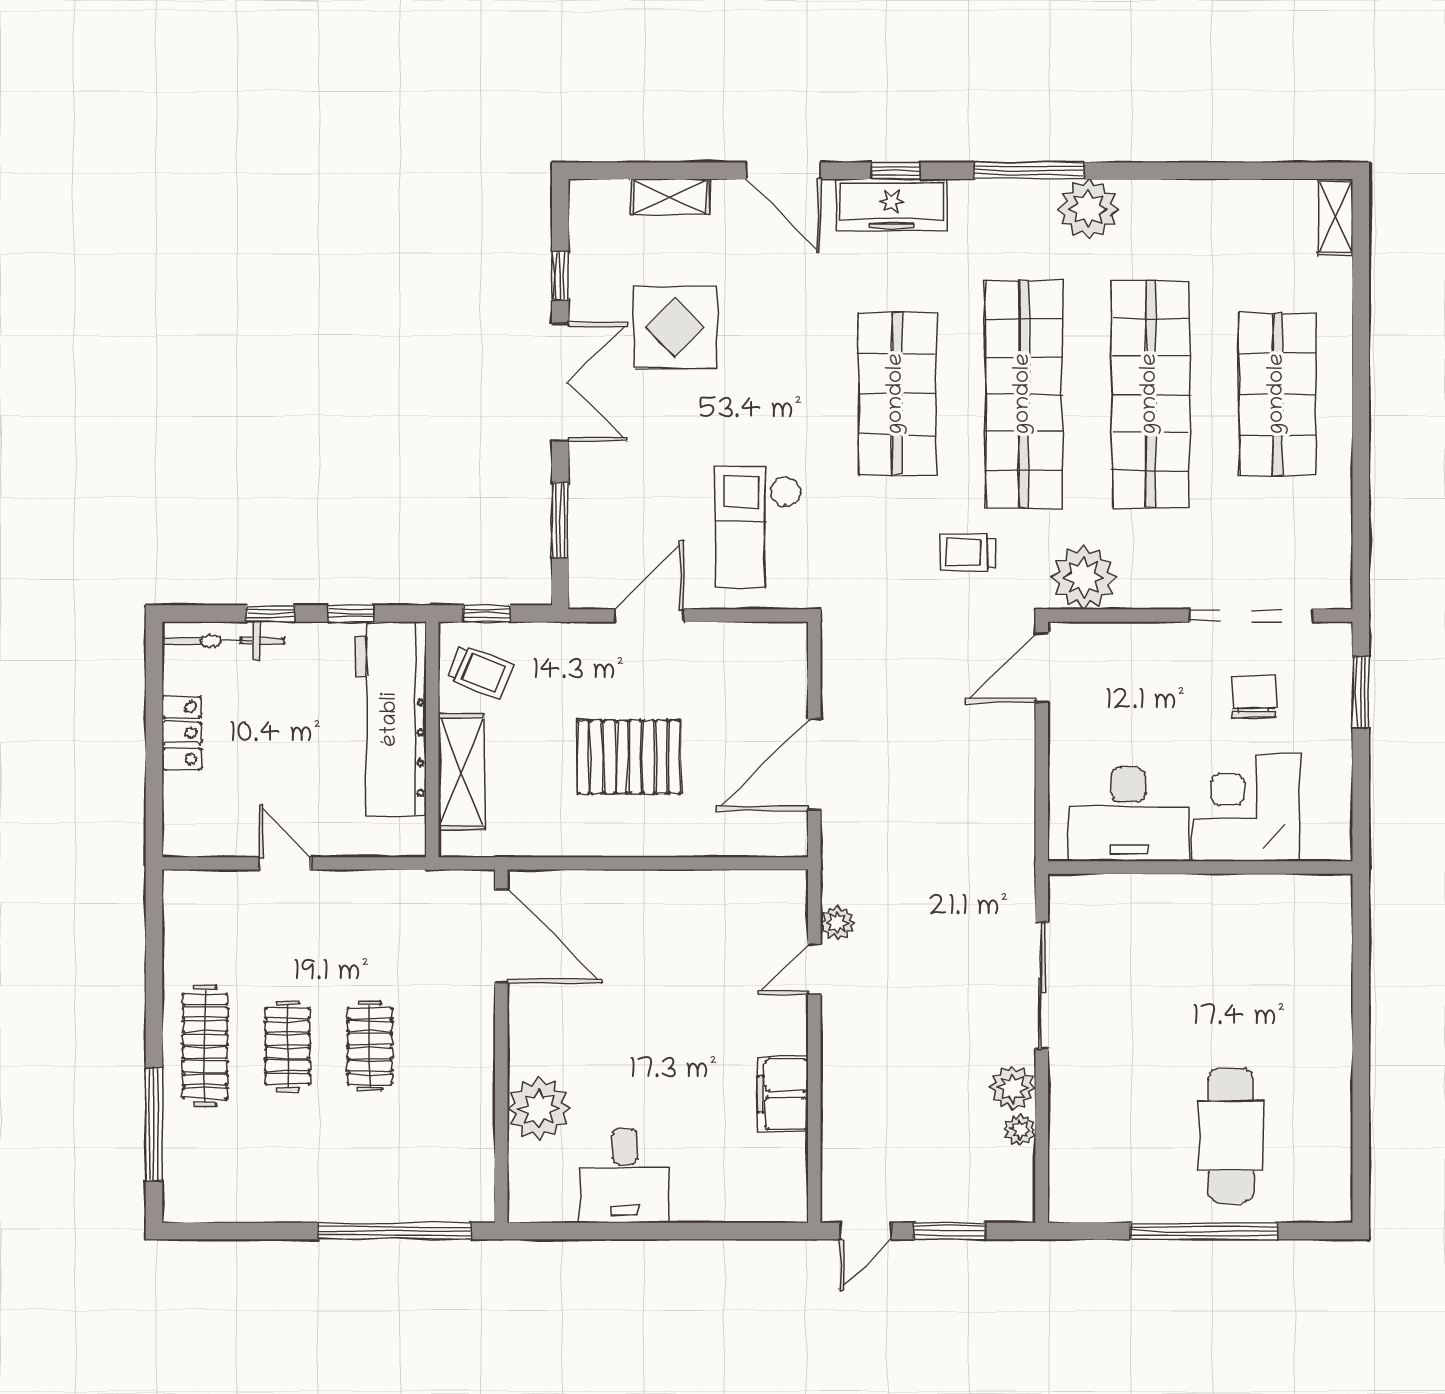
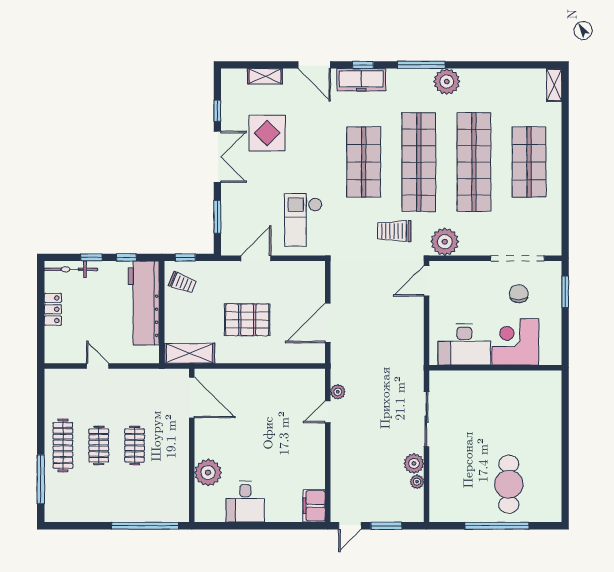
trolley: (967, 553) -> (394, 231), width x1.36, depth x1.39
shelving: (461, 772) -> (189, 353), moved, turned 90
filing cabinet: (783, 1094) -> (314, 506), moved

